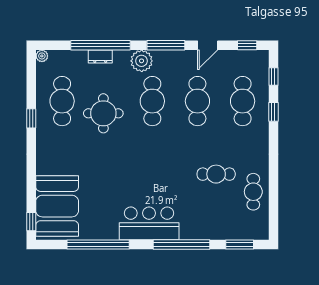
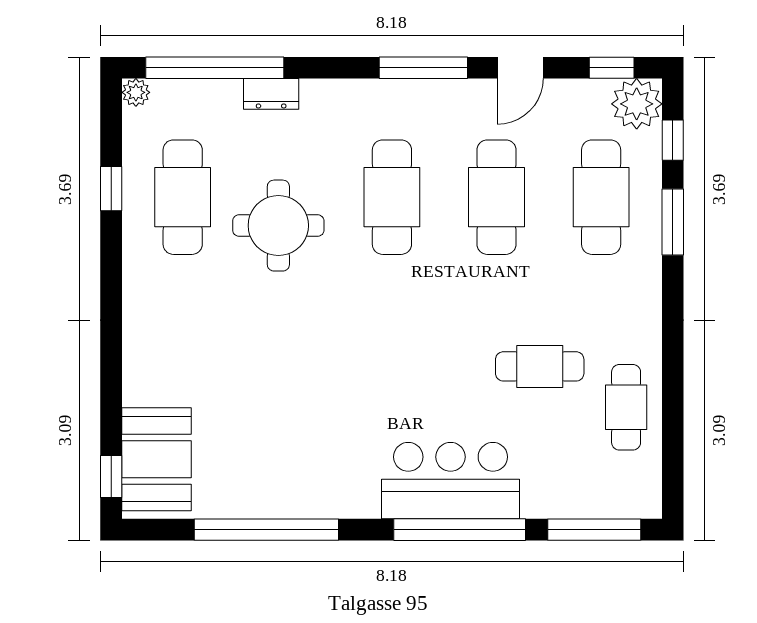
window: (101, 45) -> (215, 68), moved
plant: (142, 61) -> (637, 104), moved
window: (273, 112) -> (673, 222), width x1.50
window: (31, 118) -> (111, 189), moved
booth: (57, 206) -> (157, 459), width x0.73, depth x0.70
bar counter: (149, 223) -> (451, 481), moved
window: (240, 245) -> (594, 530), width x1.44

